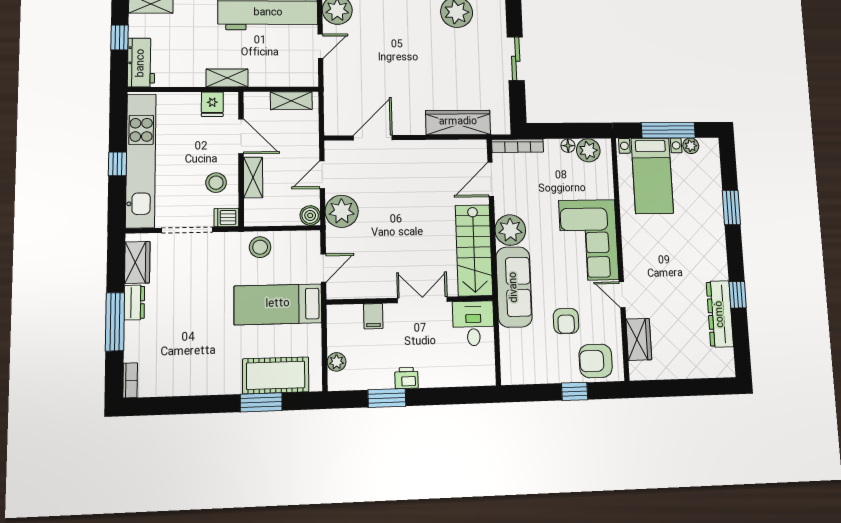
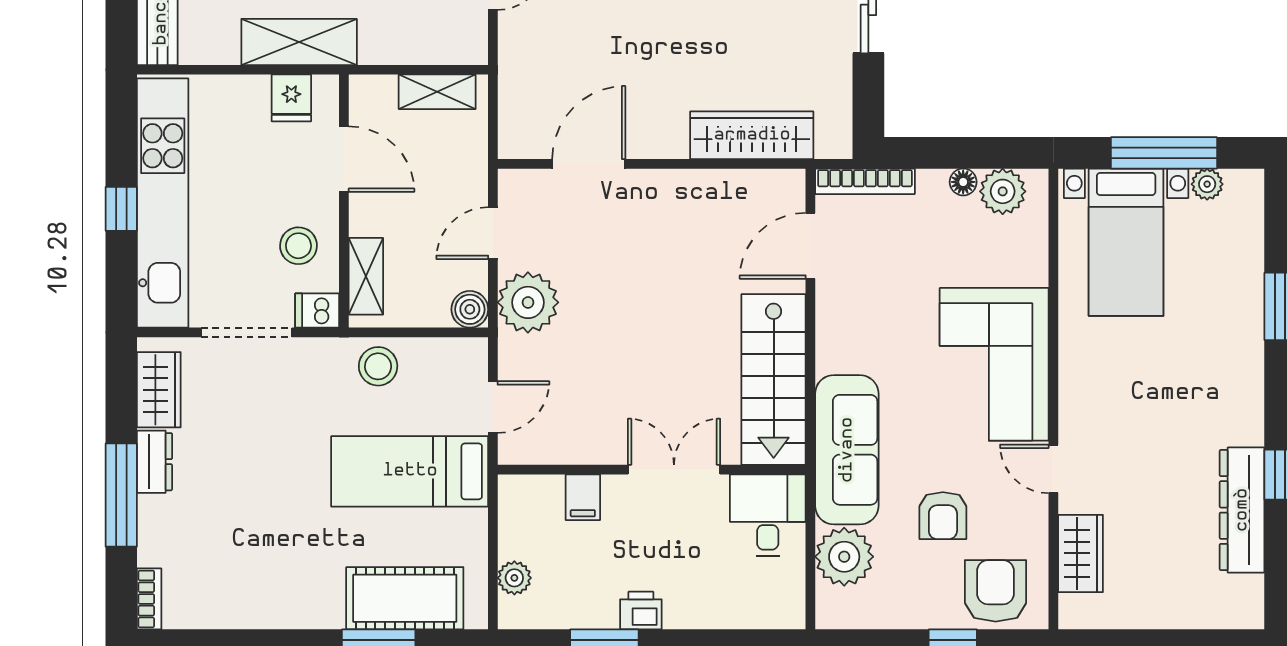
shelving: (227, 78) -> (299, 42), width x1.50, depth x1.33
shelving: (253, 178) -> (366, 276), moved
plant: (510, 230) -> (844, 557), moved
armchair: (596, 361) -> (996, 591), turned 90

